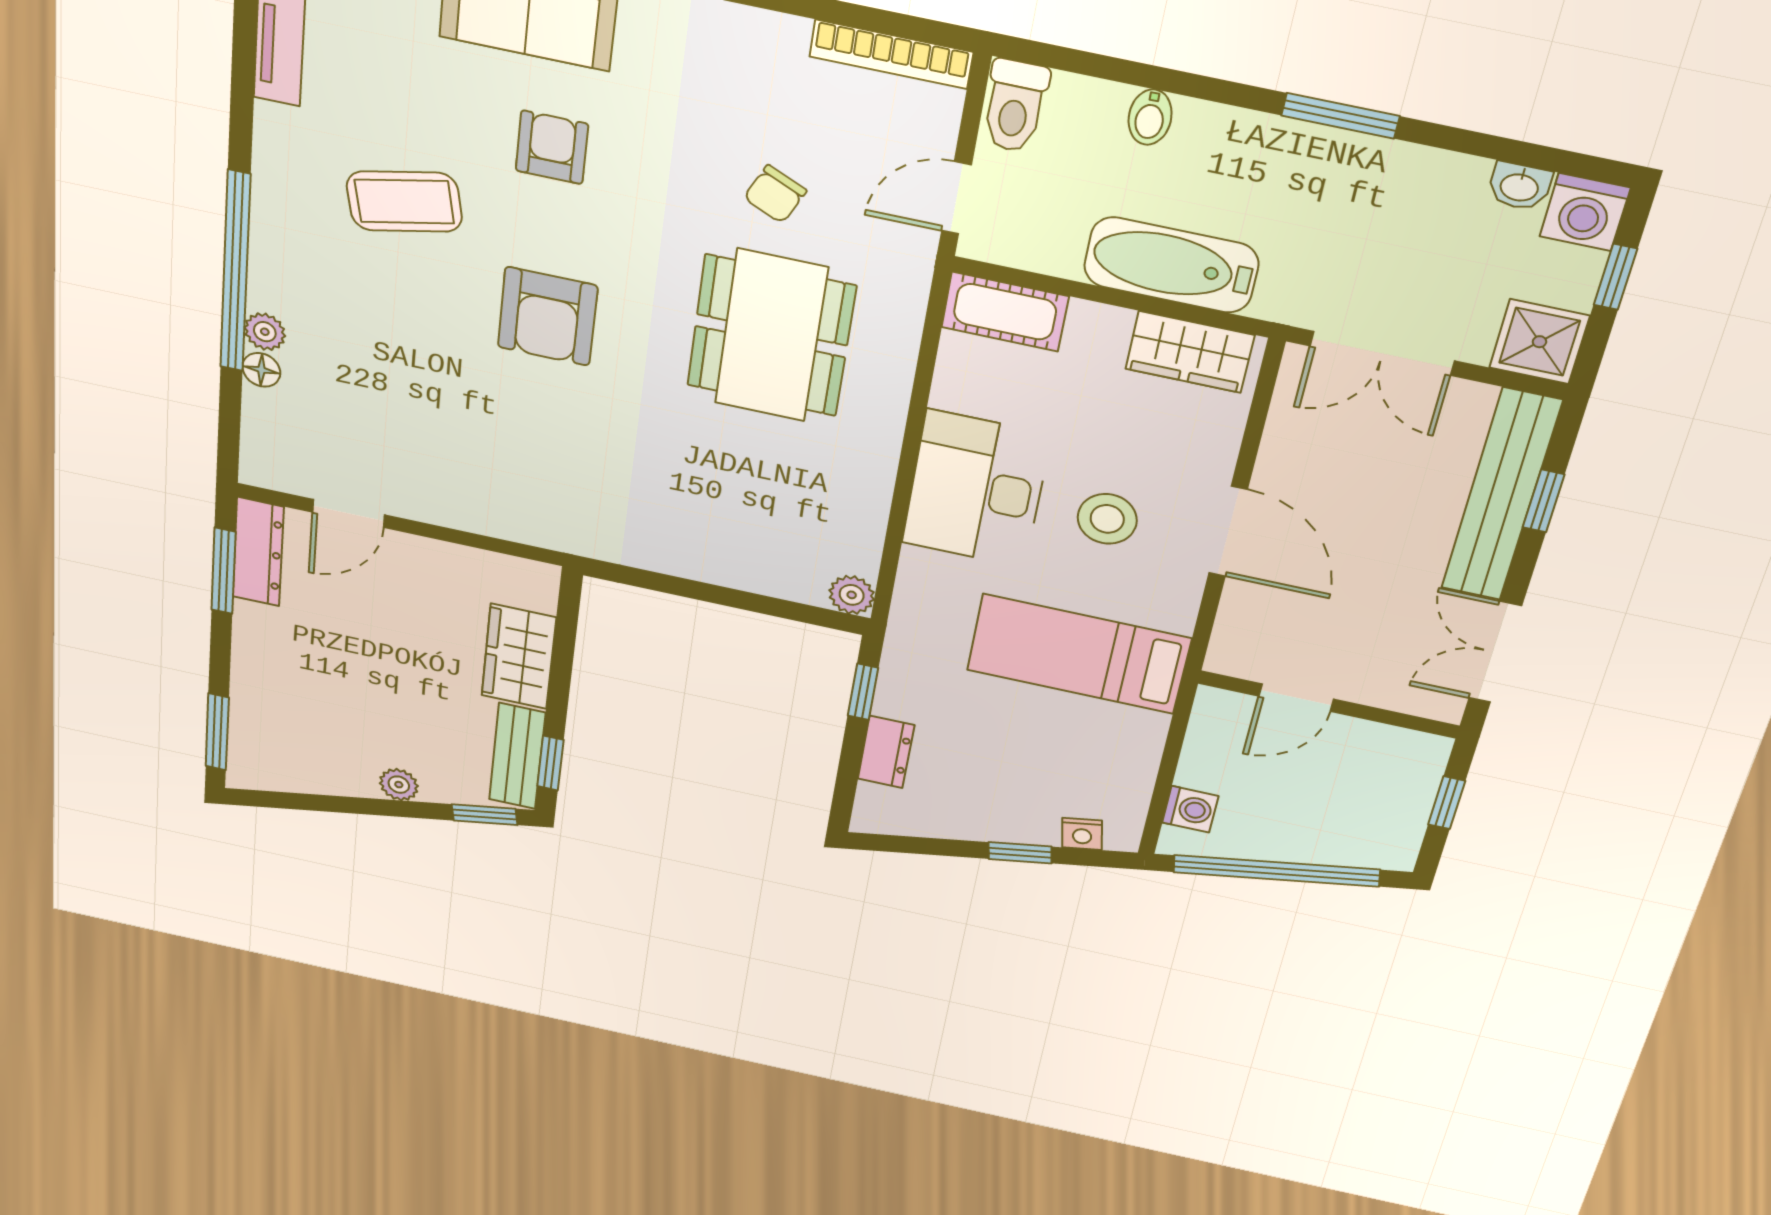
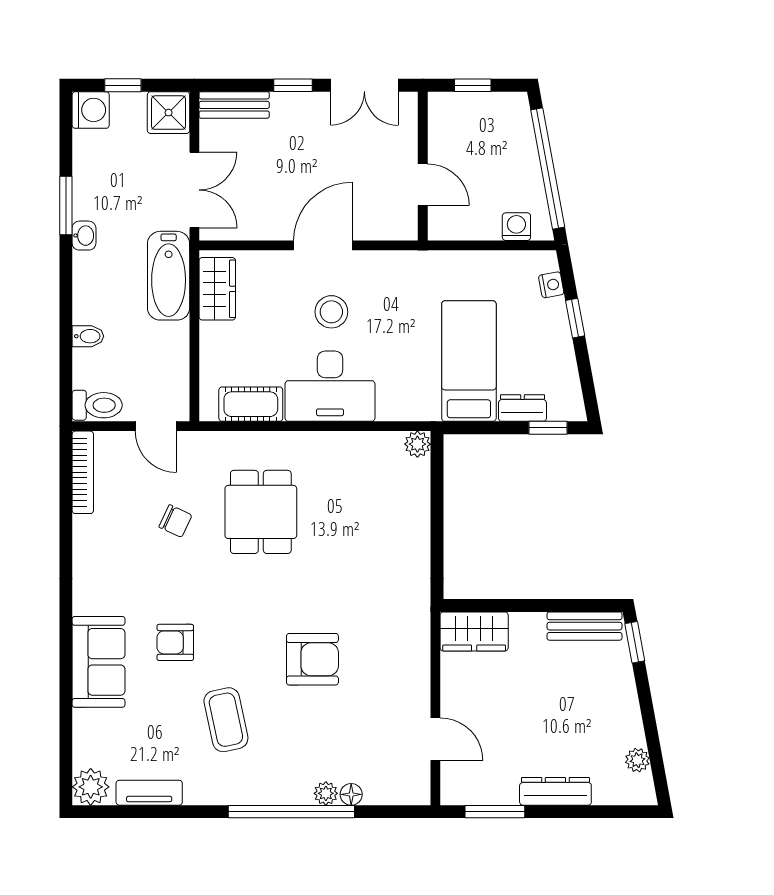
window: (1340, 116) -> (66, 206), moved
washbasin: (1520, 186) -> (84, 236), moved
bathtub: (1171, 265) -> (169, 276), moved
cot: (1005, 312) -> (251, 404), moved, turned 90
armchair: (548, 316) -> (312, 659), moved
dining table: (771, 336) -> (261, 512), width x0.73
bench: (1501, 495) -> (234, 105), width x0.54, depth x0.82
window: (1544, 501) -> (293, 85), moved
dresser: (258, 552) -> (555, 791), moved
bed: (1079, 654) -> (469, 361), moved, turned 180
wardrobe: (519, 657) -> (474, 631), moved
window: (863, 692) -> (548, 428), moved
window: (217, 732) -> (616, 812), removed
window: (550, 763) -> (584, 605), removed
plant: (399, 785) -> (637, 760), moved

